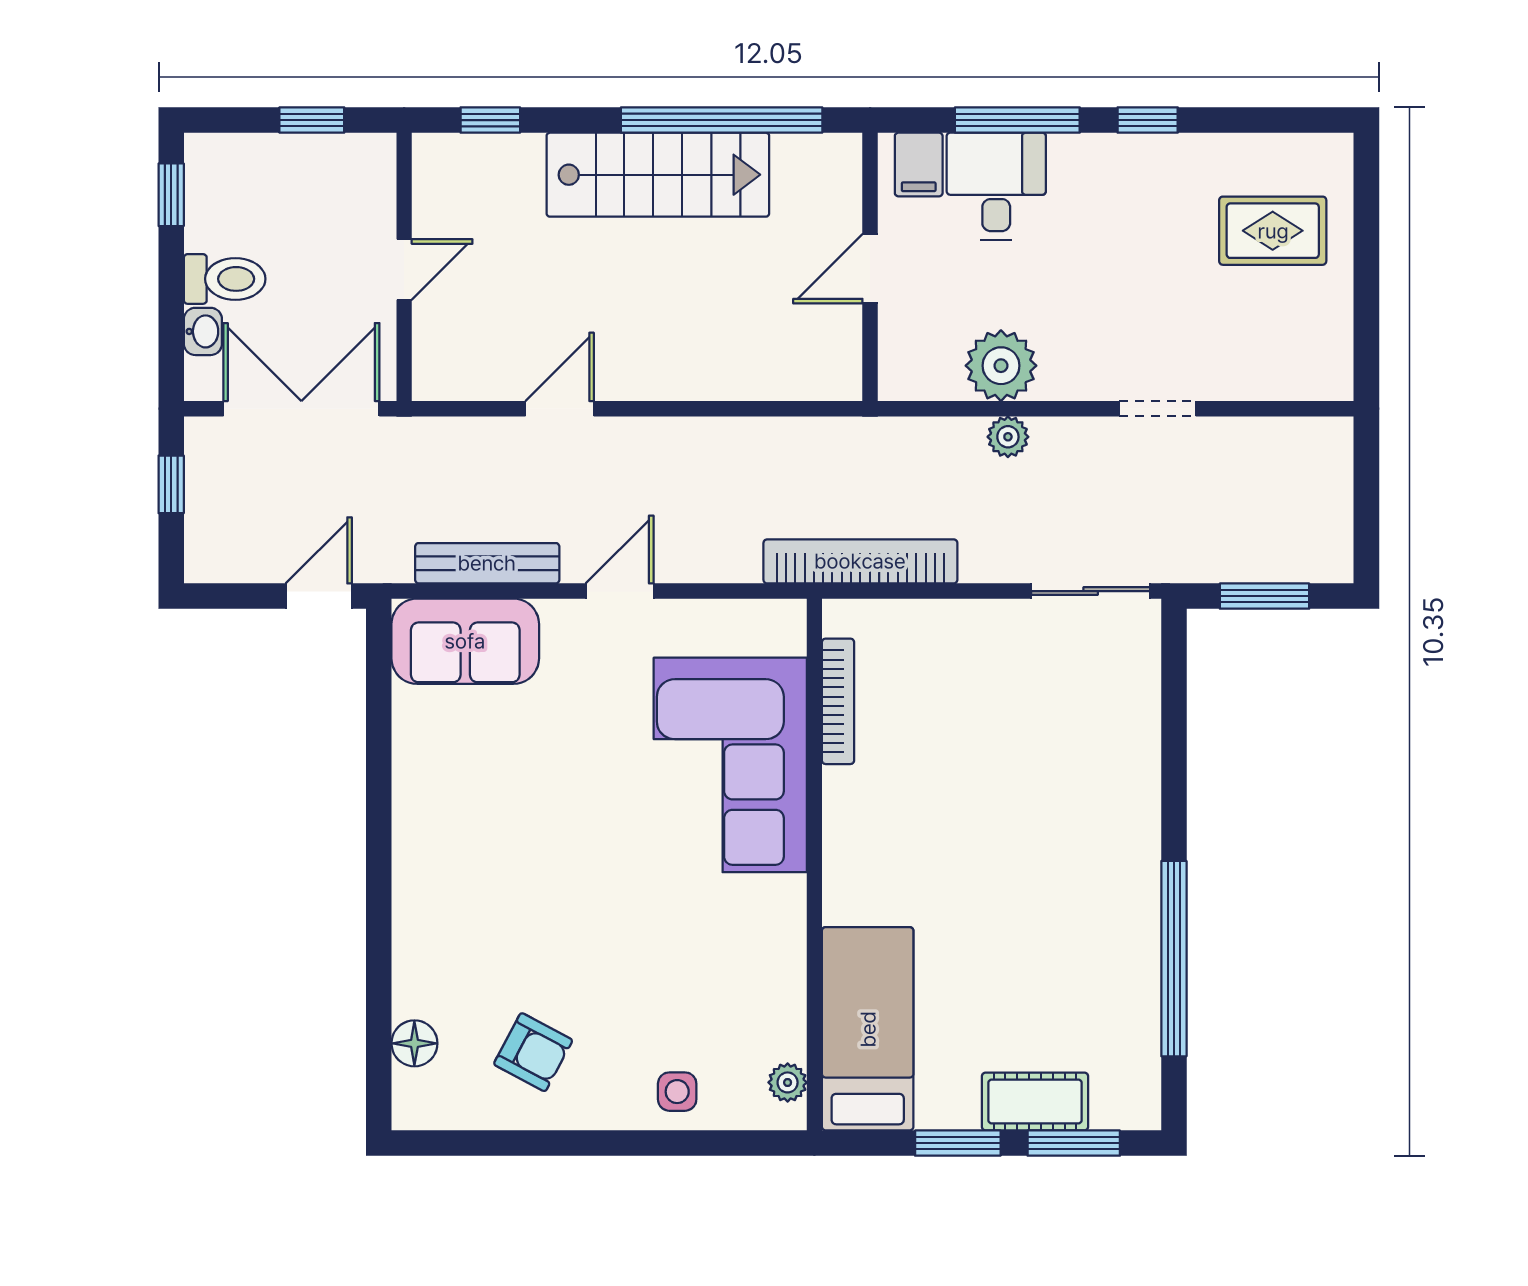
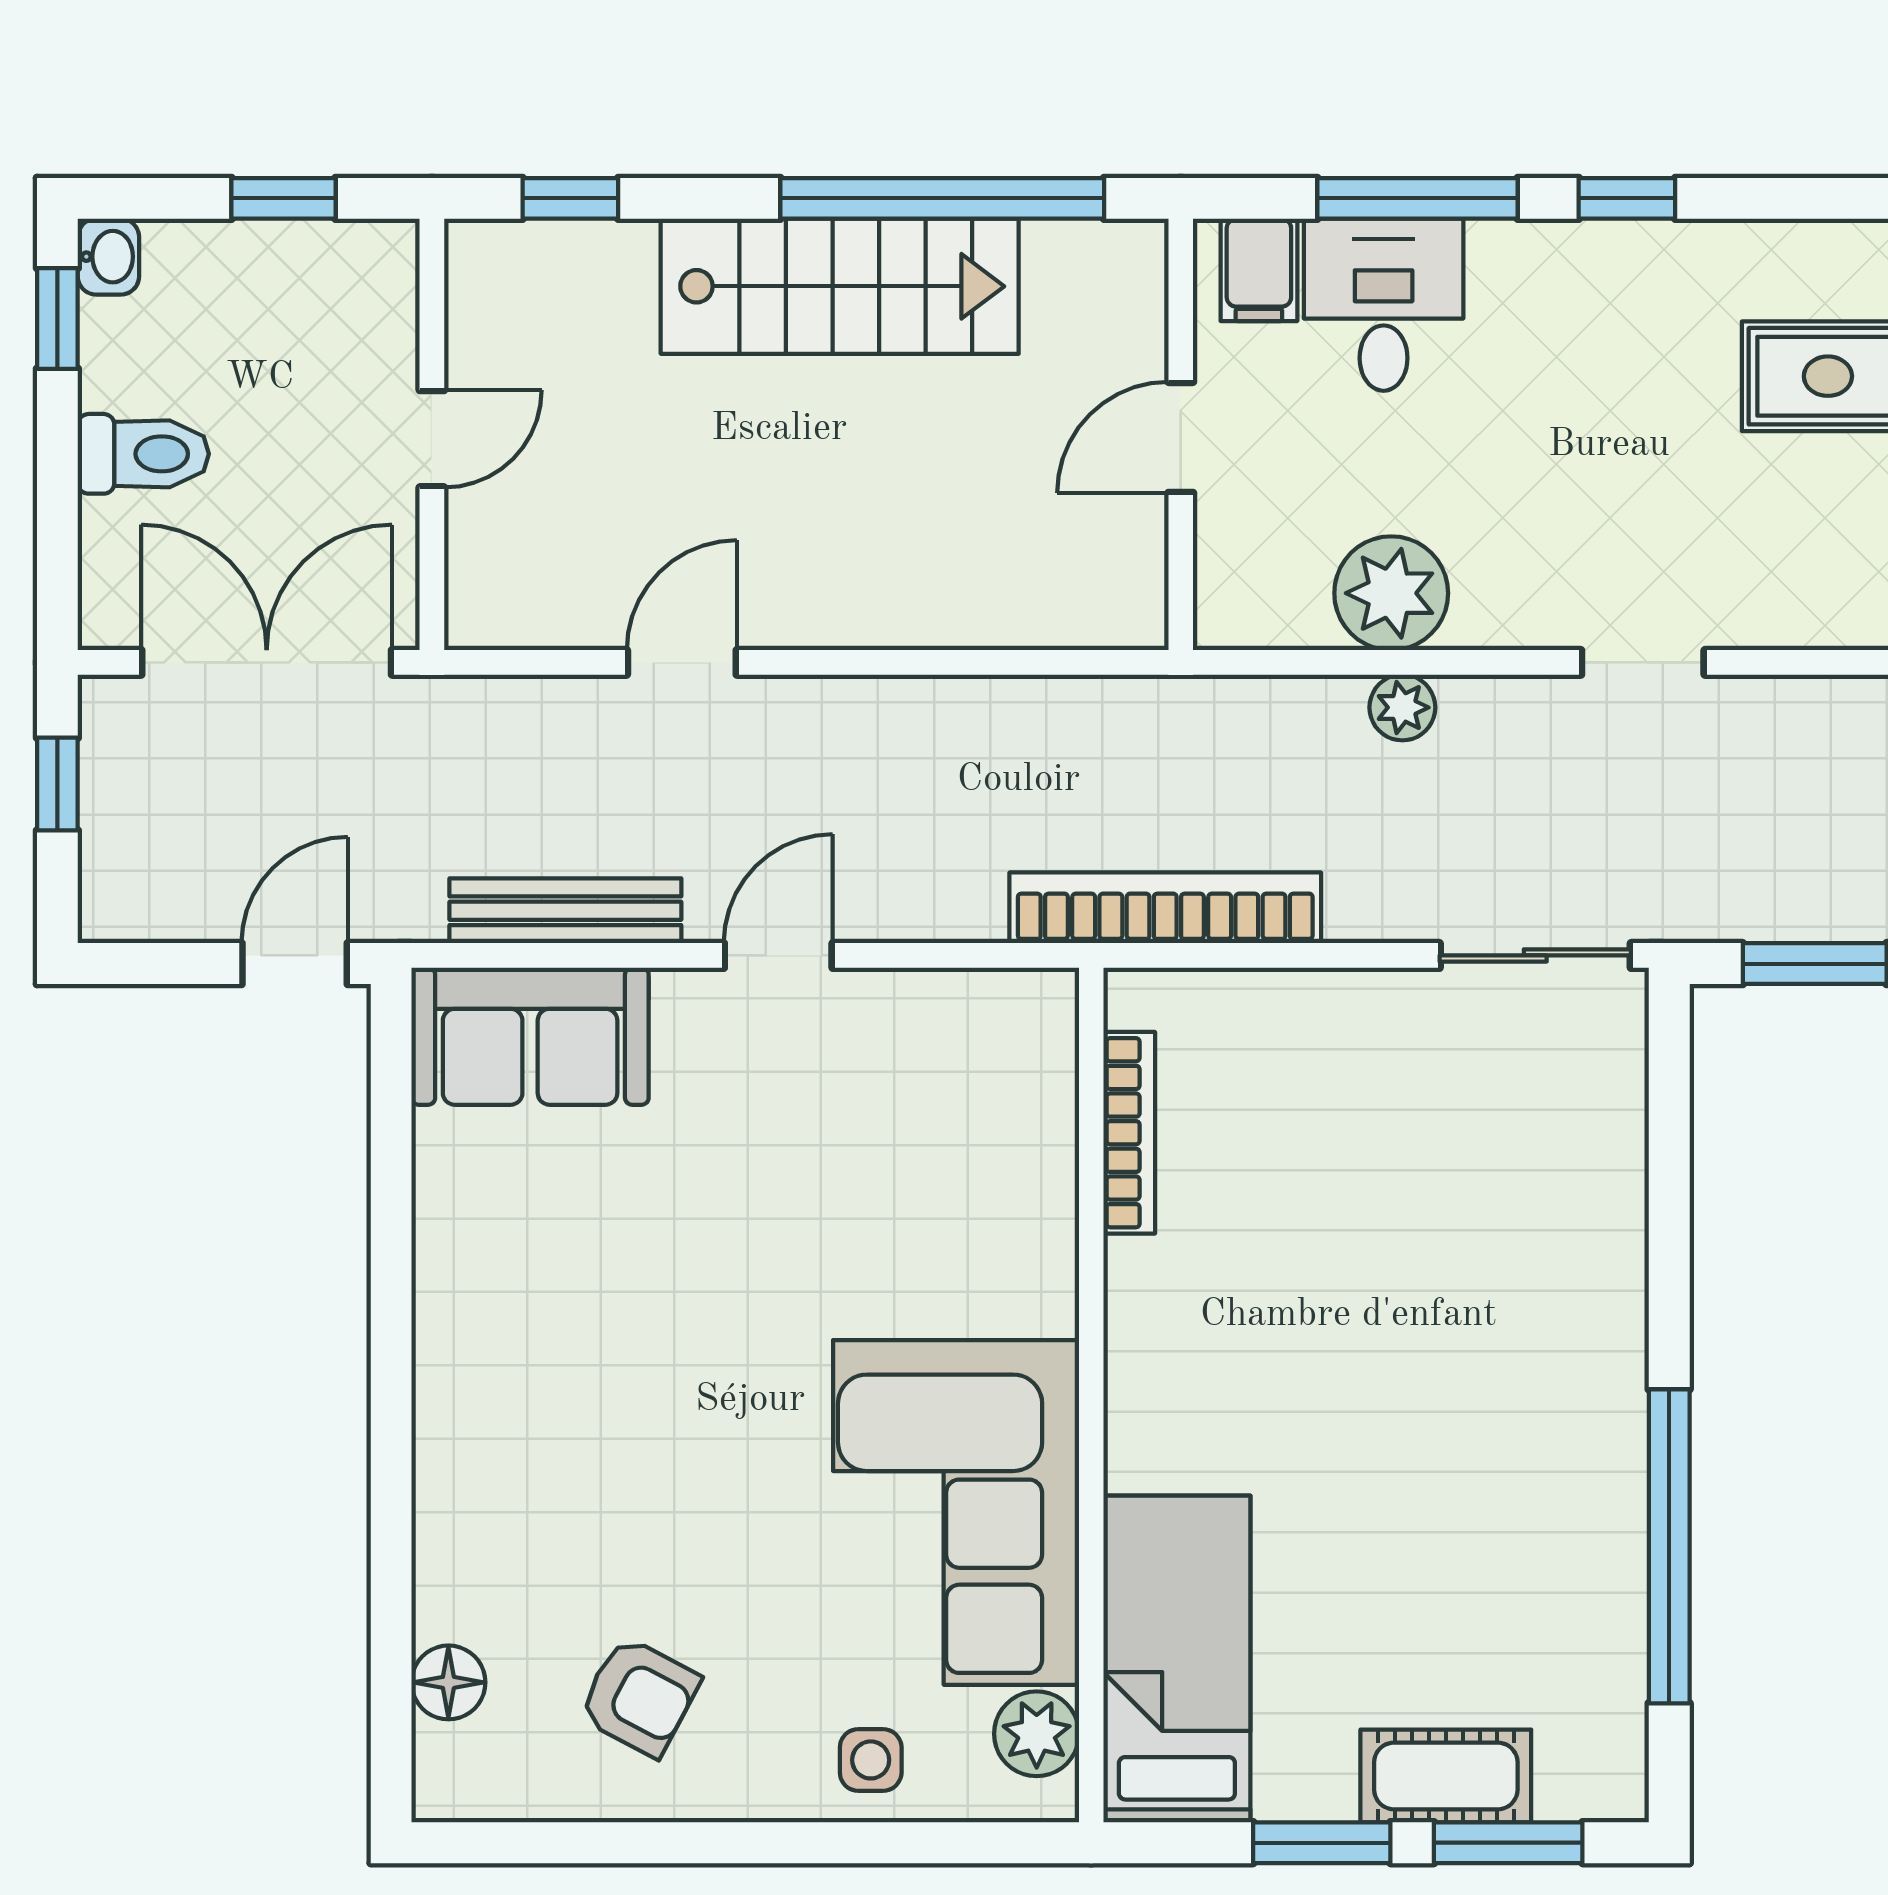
washbasin: (203, 331) -> (108, 257), moved
corner sofa: (730, 765) -> (956, 1512), moved
plant: (788, 1082) -> (1037, 1734), width x1.38, depth x1.38

